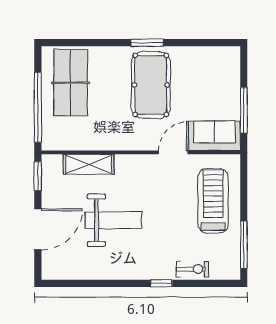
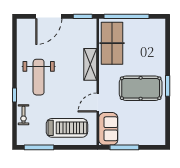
table tennis table: (71, 83) -> (112, 43), moved, turned 90
door: (173, 152) -> (98, 103), swing flipped
shelving: (89, 164) -> (90, 64), moved
weight bench: (113, 220) -> (39, 77), moved
door: (38, 229) -> (49, 16), hinge flipped

